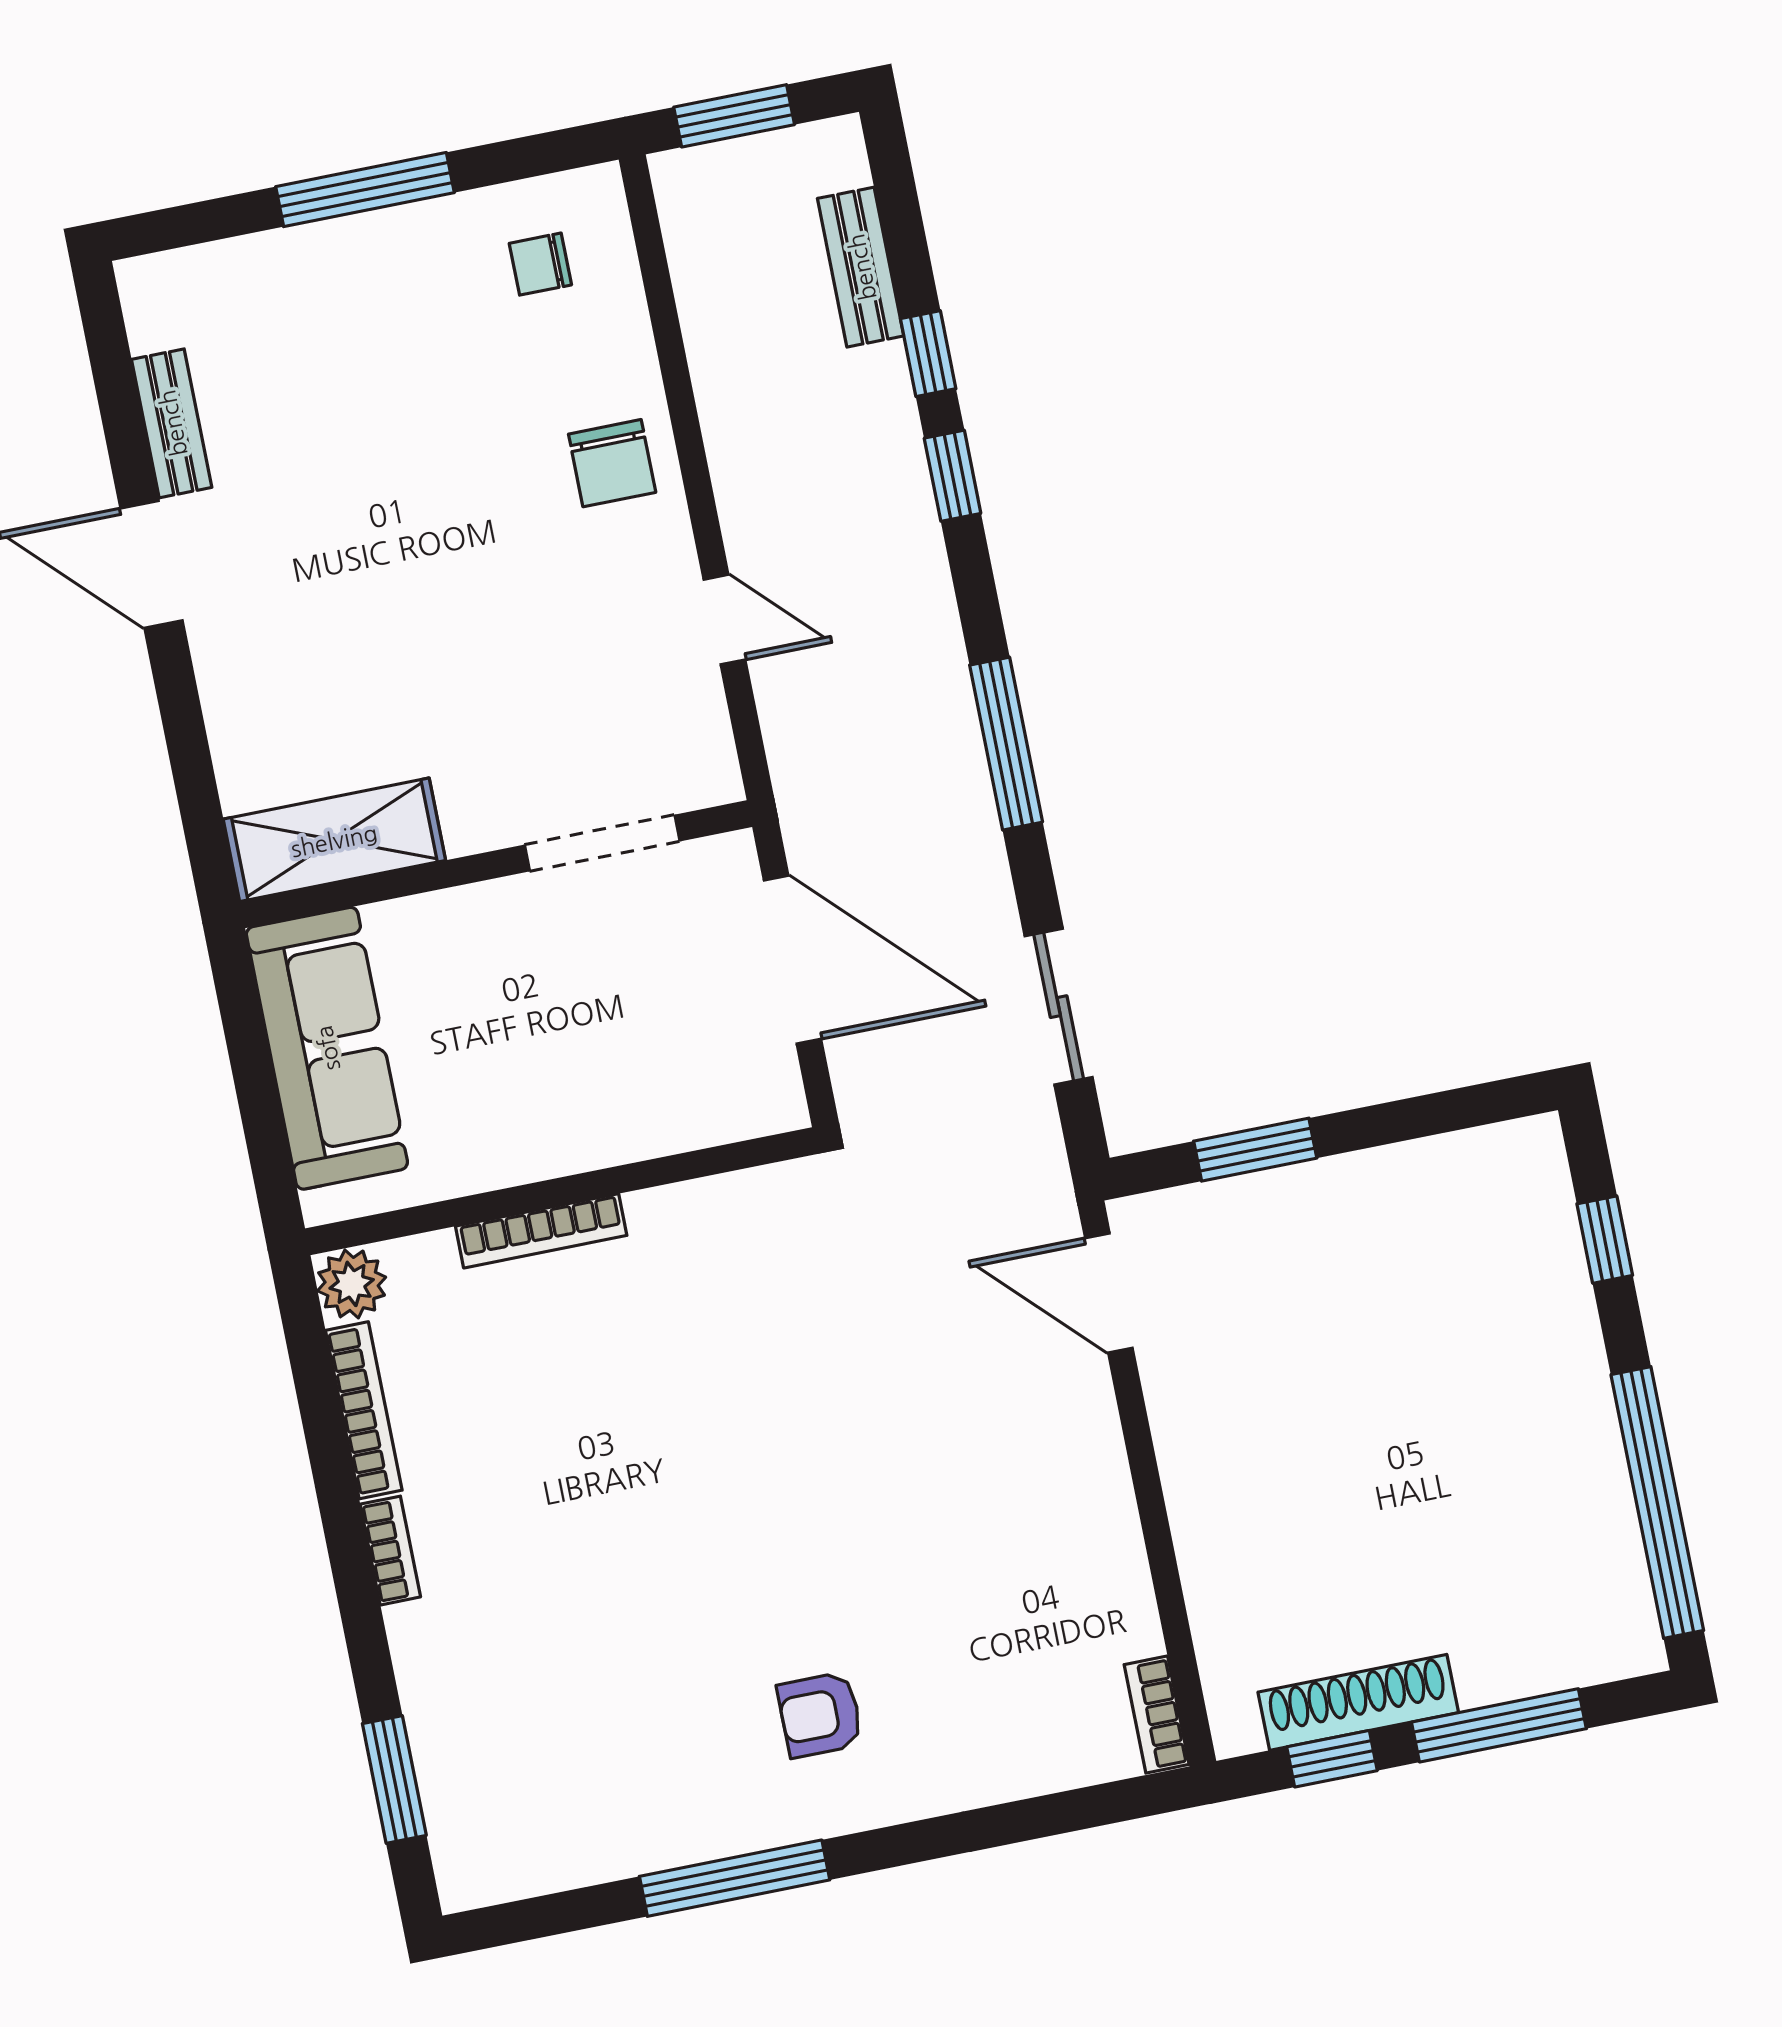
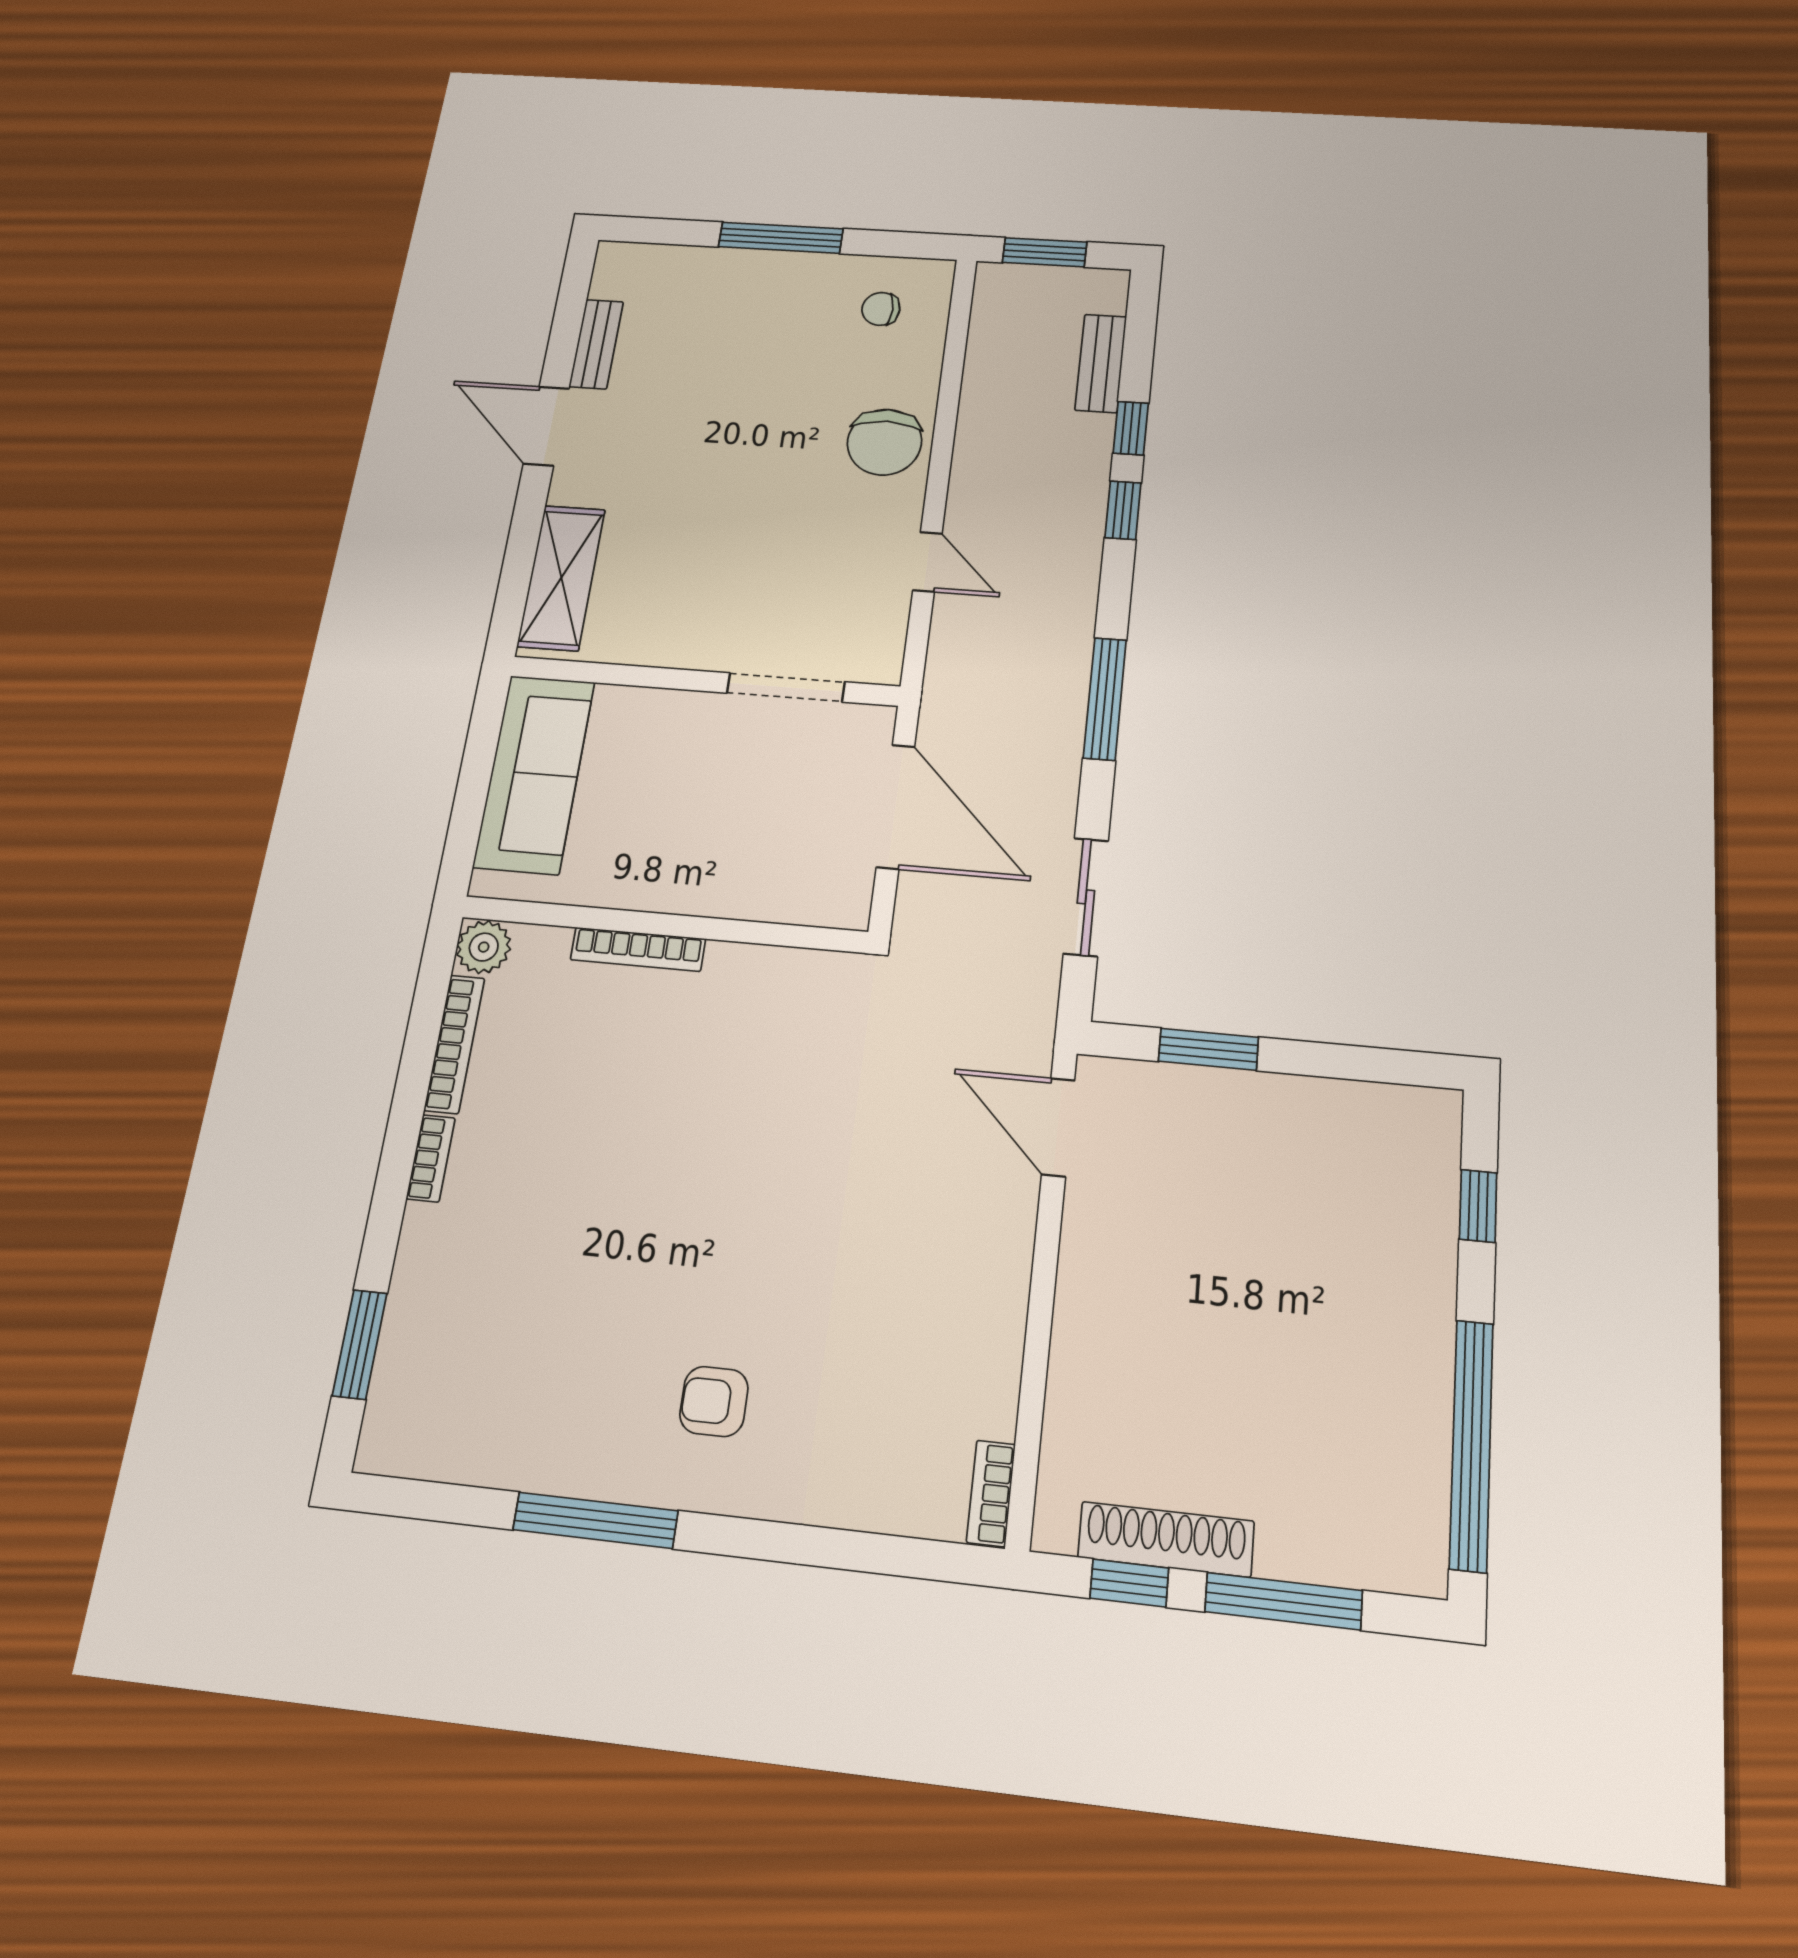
chair: (612, 463) -> (884, 442), width x1.37, depth x1.37
shelving: (334, 840) -> (561, 578), moved, turned 90

